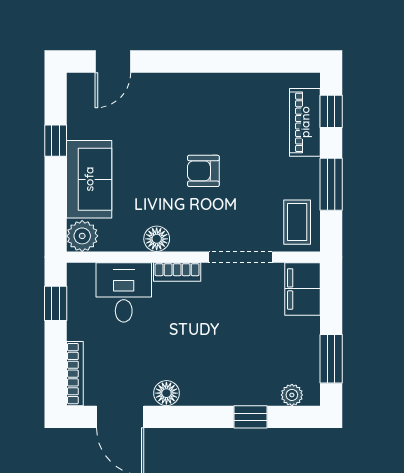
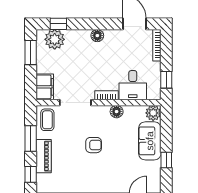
piano: (305, 122) -> (44, 156), moved
floor lamp: (166, 393) -> (97, 36), moved
plant: (292, 395) -> (55, 39), width x1.88, depth x1.88
window: (250, 417) -> (58, 24), moved

